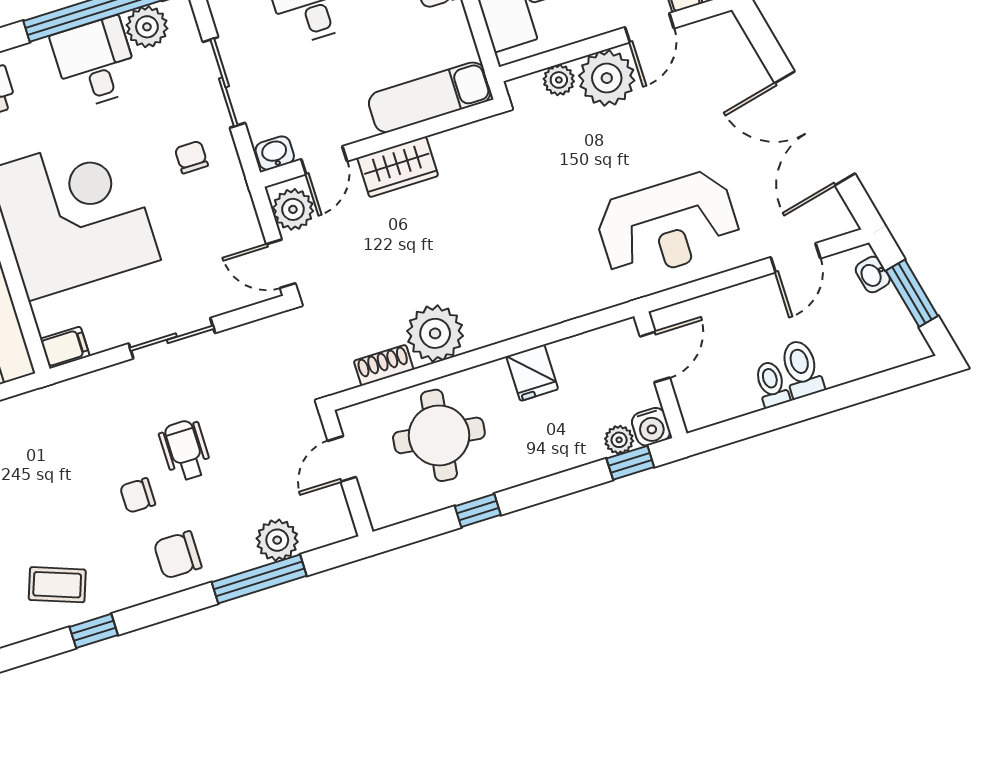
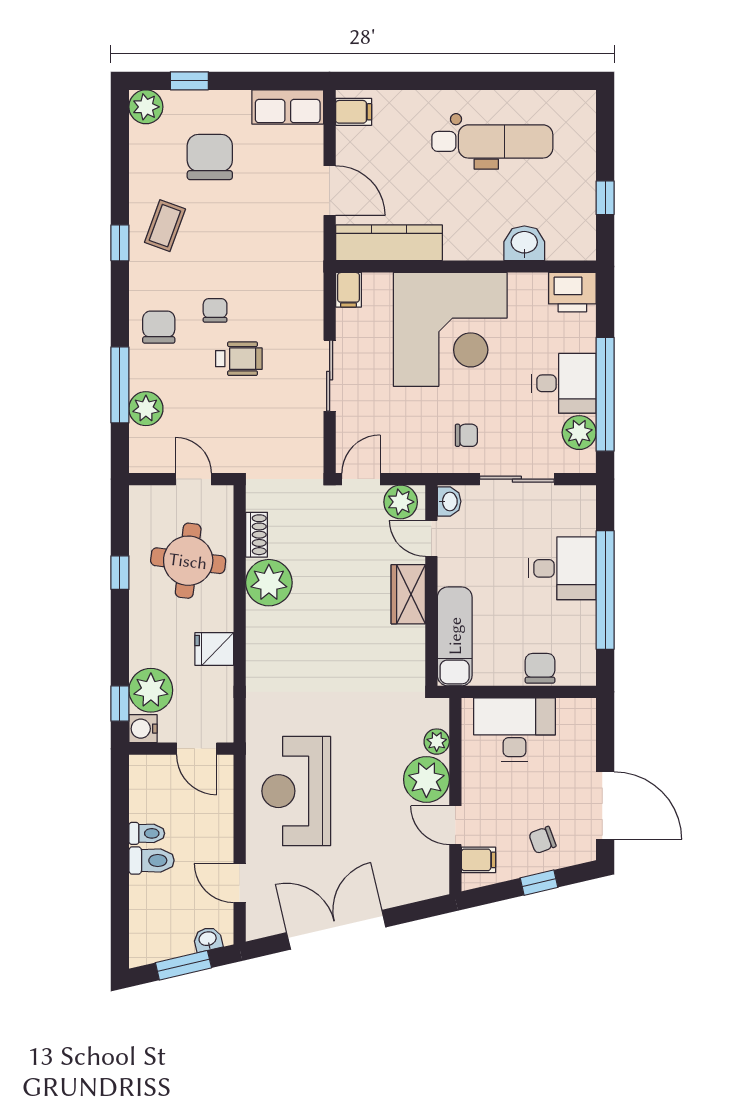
plant: (619, 440) -> (151, 690), width x1.88, depth x1.88

